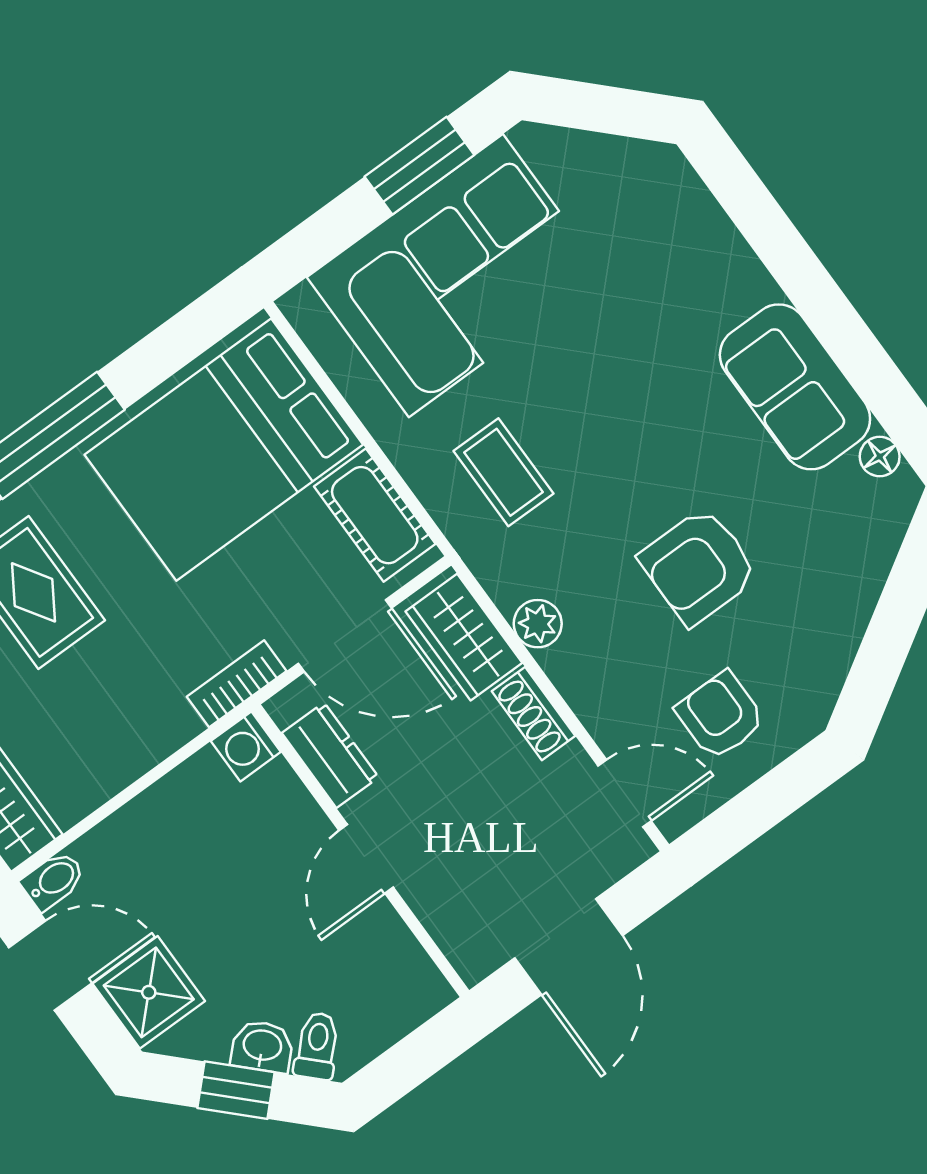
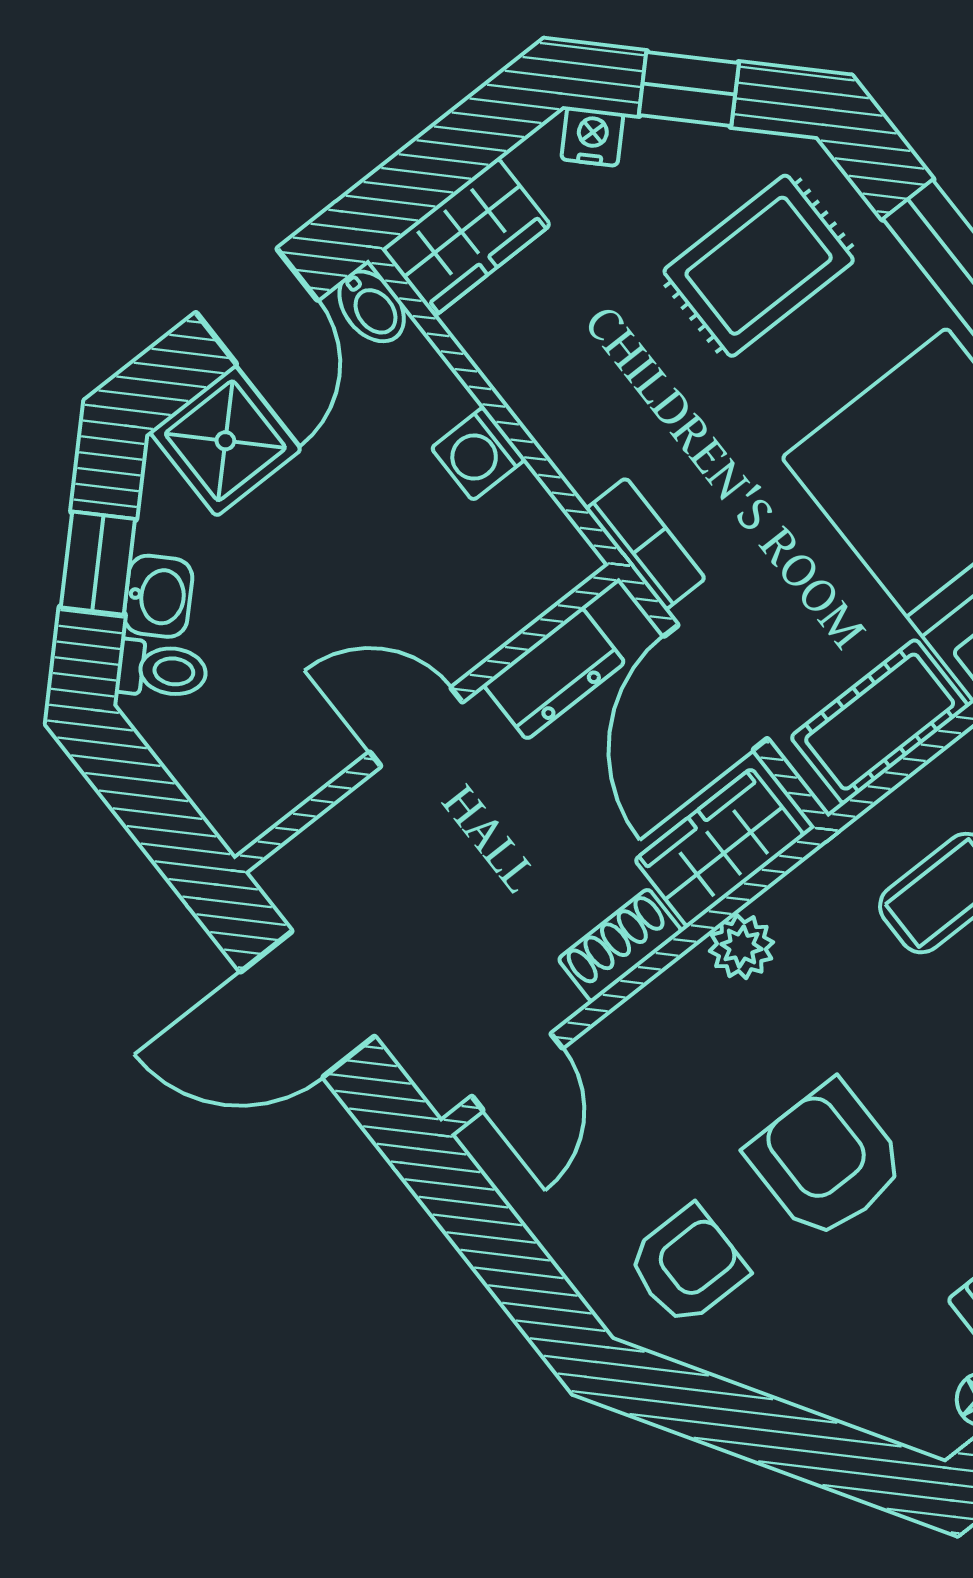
armchair: (720, 715) -> (687, 1265), moved
washing machine: (246, 746) -> (478, 454), moved, turned -90

